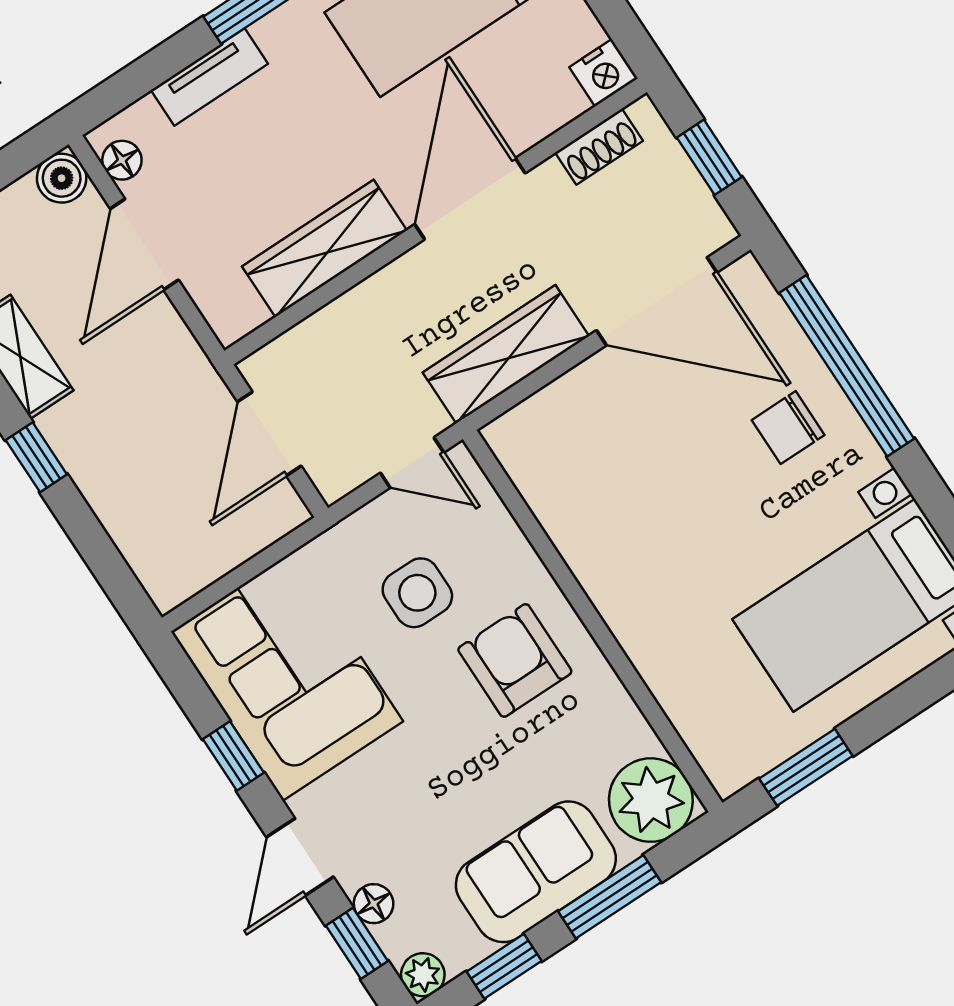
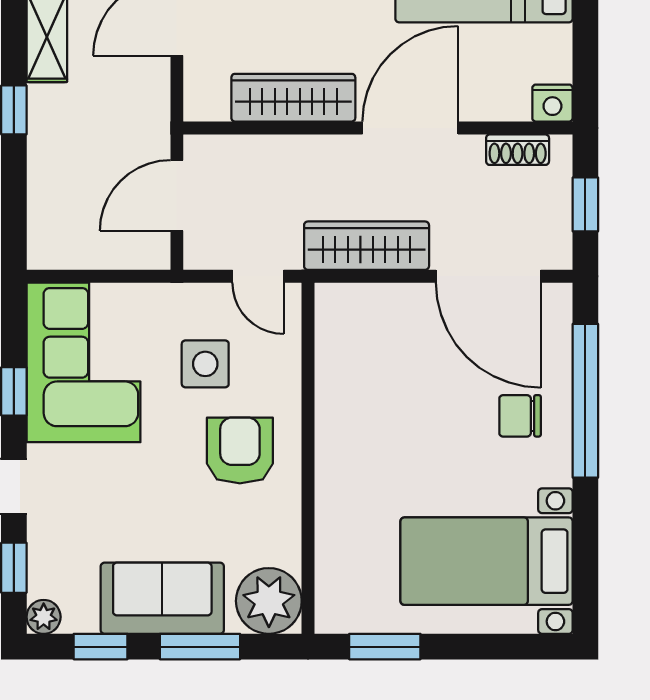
floor lamp: (374, 904) -> (42, 549), removed

